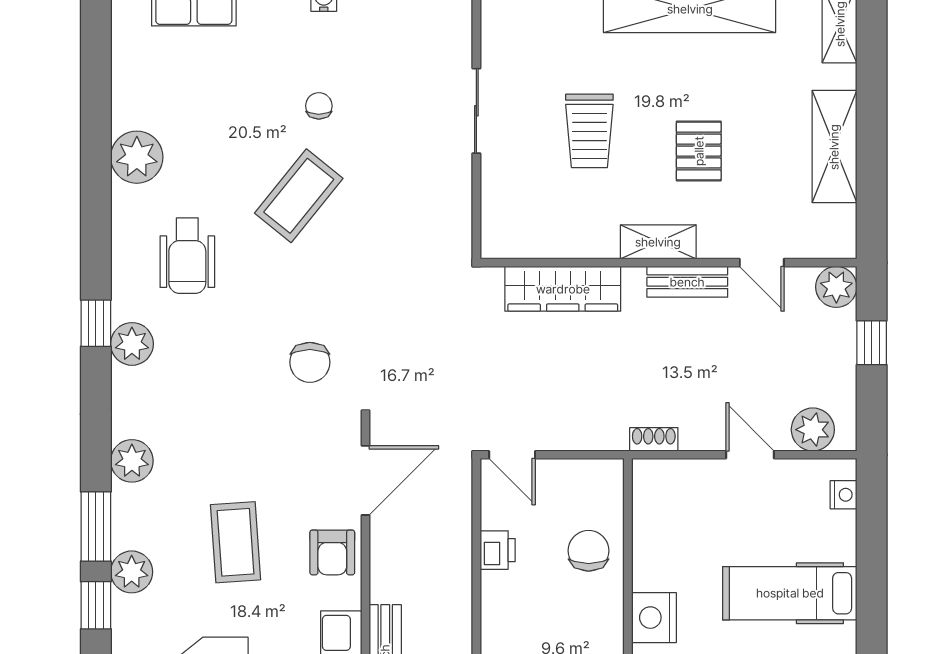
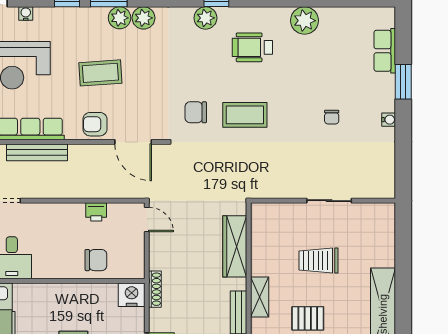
chair: (319, 106) -> (332, 117), turned 90
coffee table: (299, 196) -> (245, 115), moved, turned -39
shoe rack: (654, 439) -> (155, 289), width x1.43
door: (512, 455) -> (147, 219), swing flipped
plant: (132, 572) -> (120, 18), moved
nightstand: (654, 618) -> (132, 295), moved

